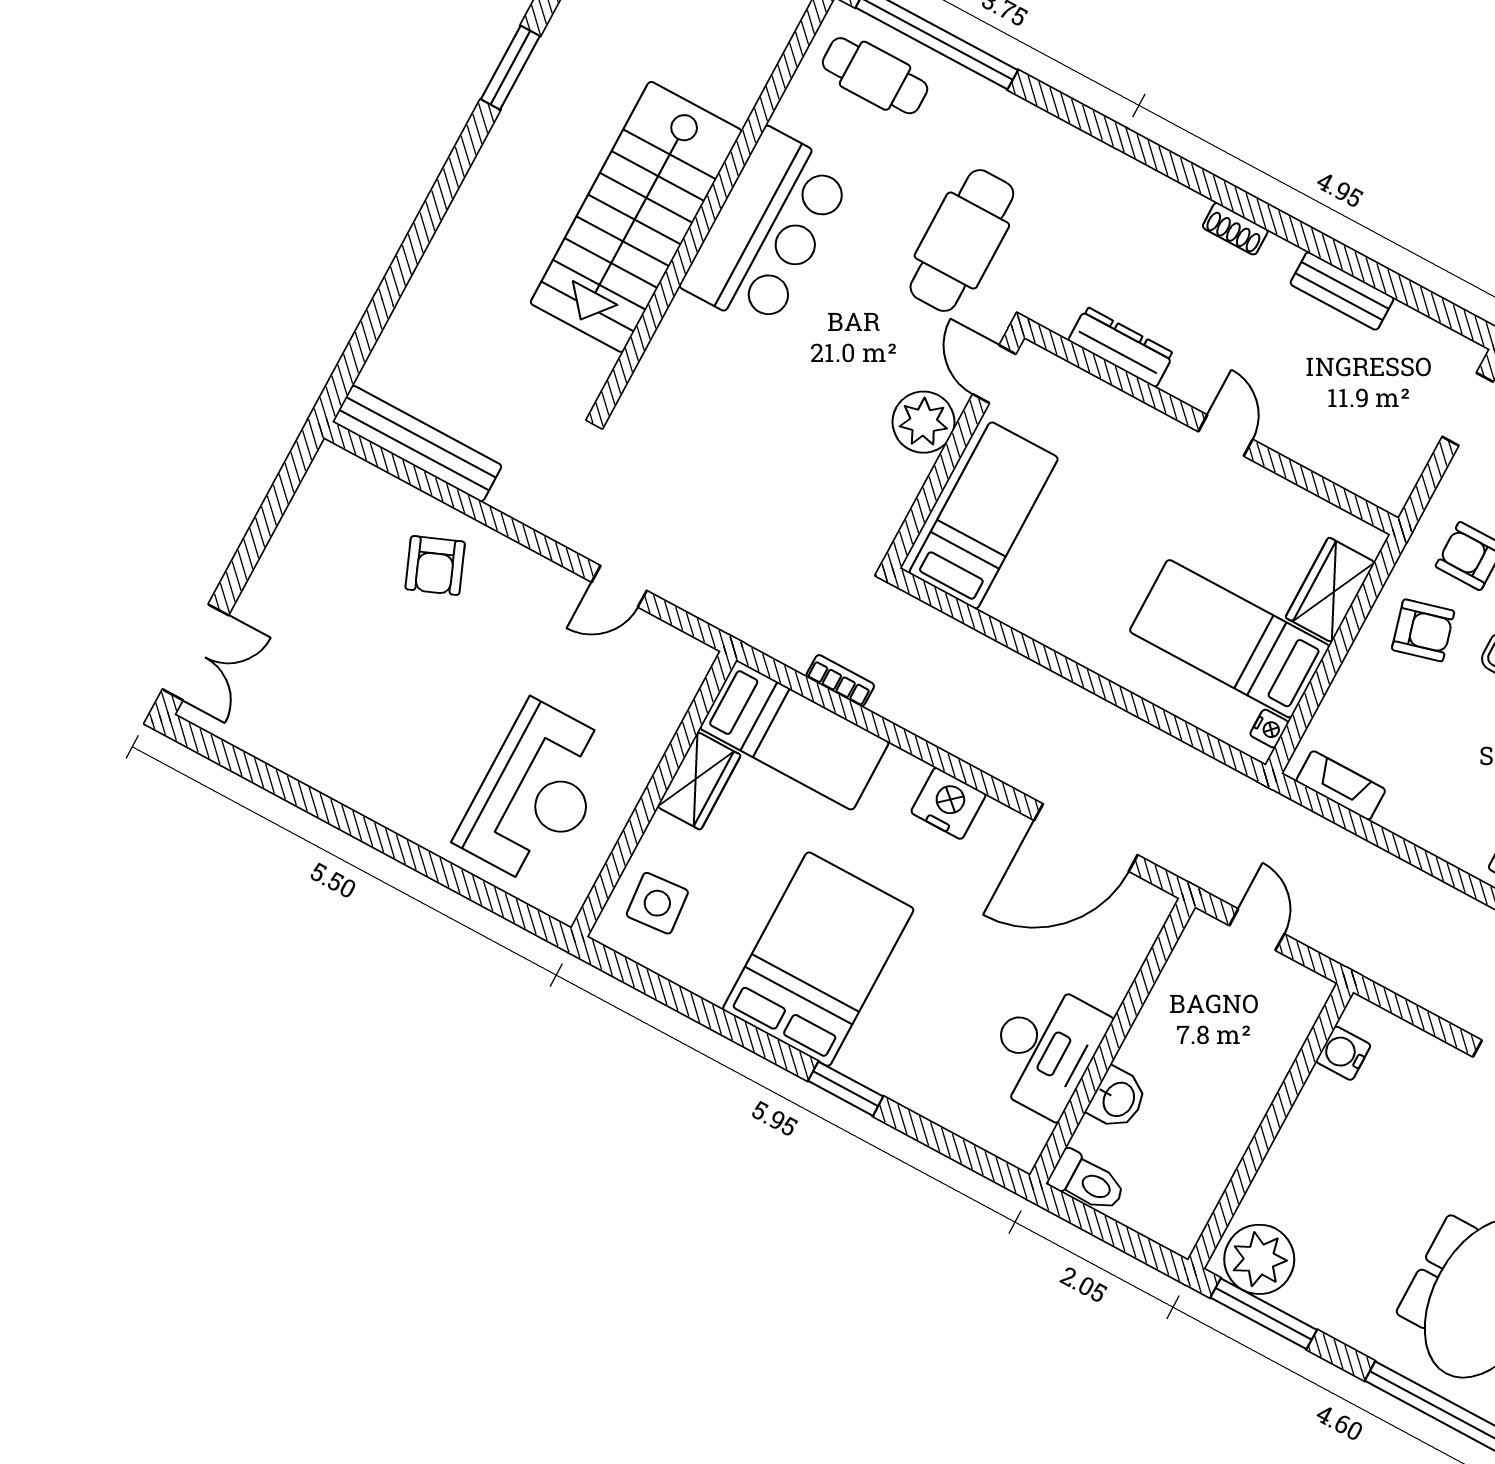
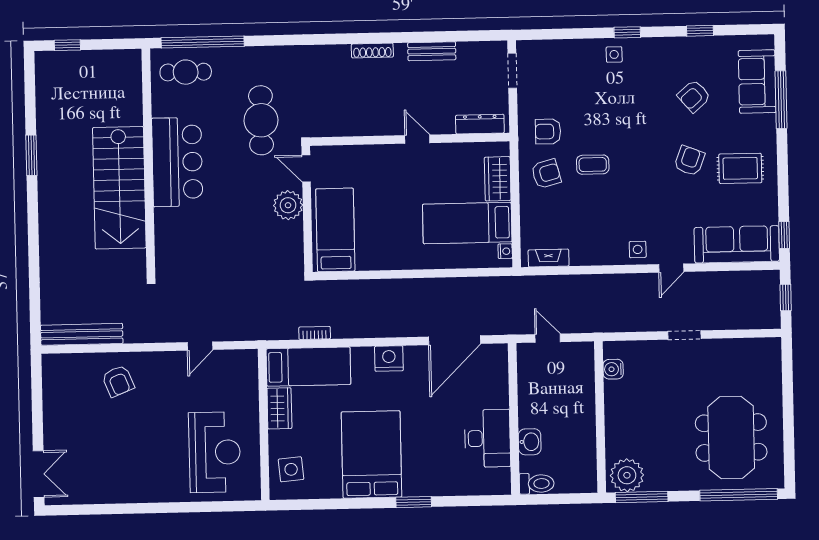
shoe rack: (1235, 229) -> (372, 50), width x1.43
dresser: (1121, 347) -> (480, 124), moved

